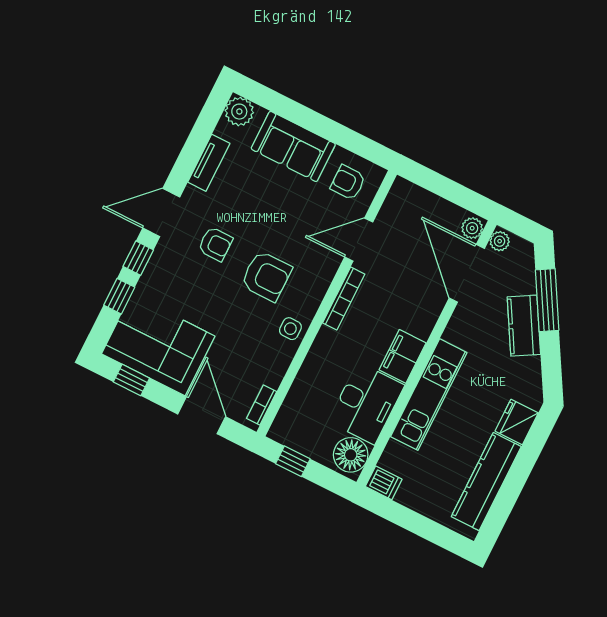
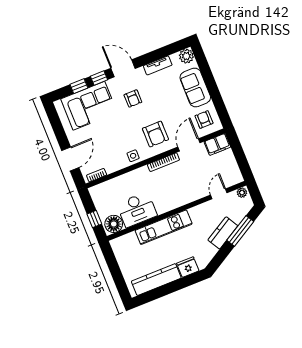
plant: (472, 228) -> (236, 178), removed
door: (359, 240) -> (189, 145), hinge flipped
door: (467, 273) -> (219, 194), width x0.53
armchair: (266, 276) -> (155, 134), moved
corner sofa: (158, 345) -> (89, 106), moved, turned 90
filing cabinet: (403, 356) -> (217, 144), moved, turned 180
window: (131, 380) -> (55, 122), removed
window: (293, 461) -> (94, 219), moved
dishwasher: (384, 483) -> (117, 246), removed

